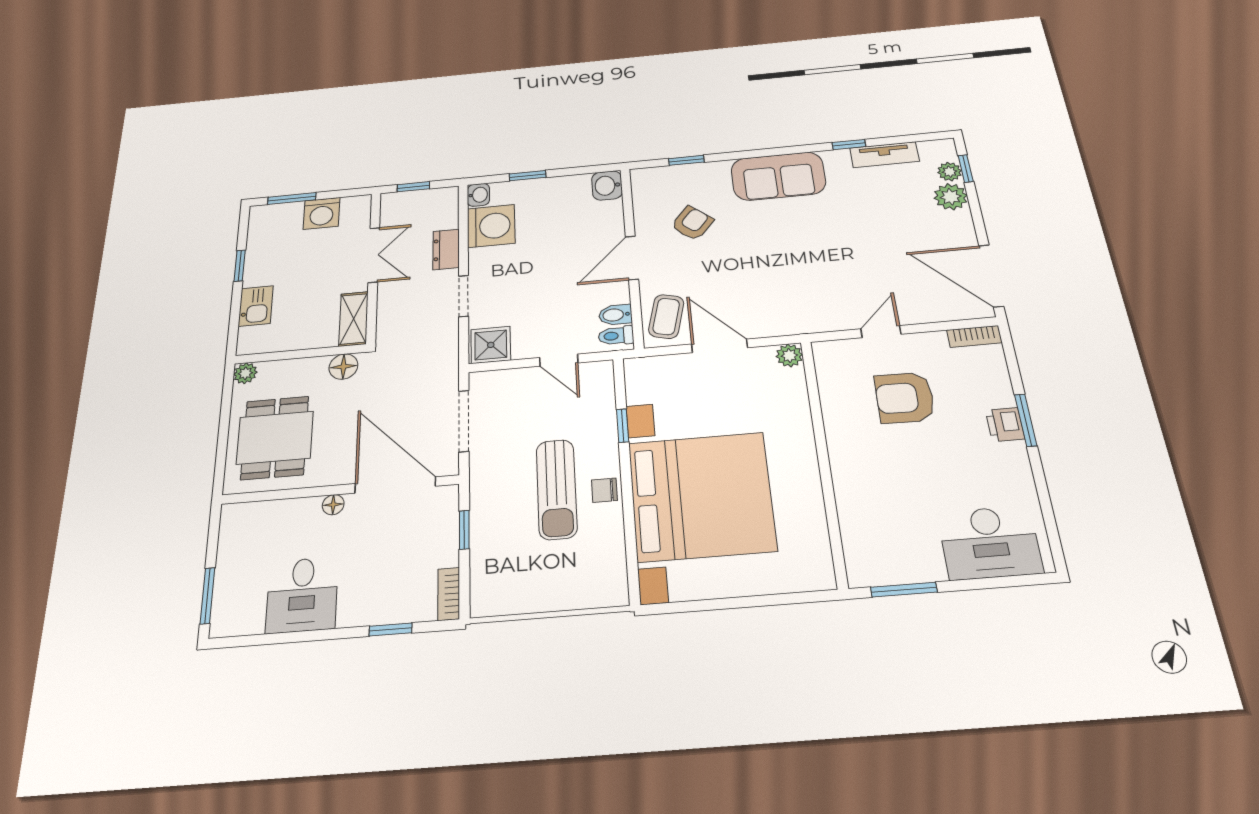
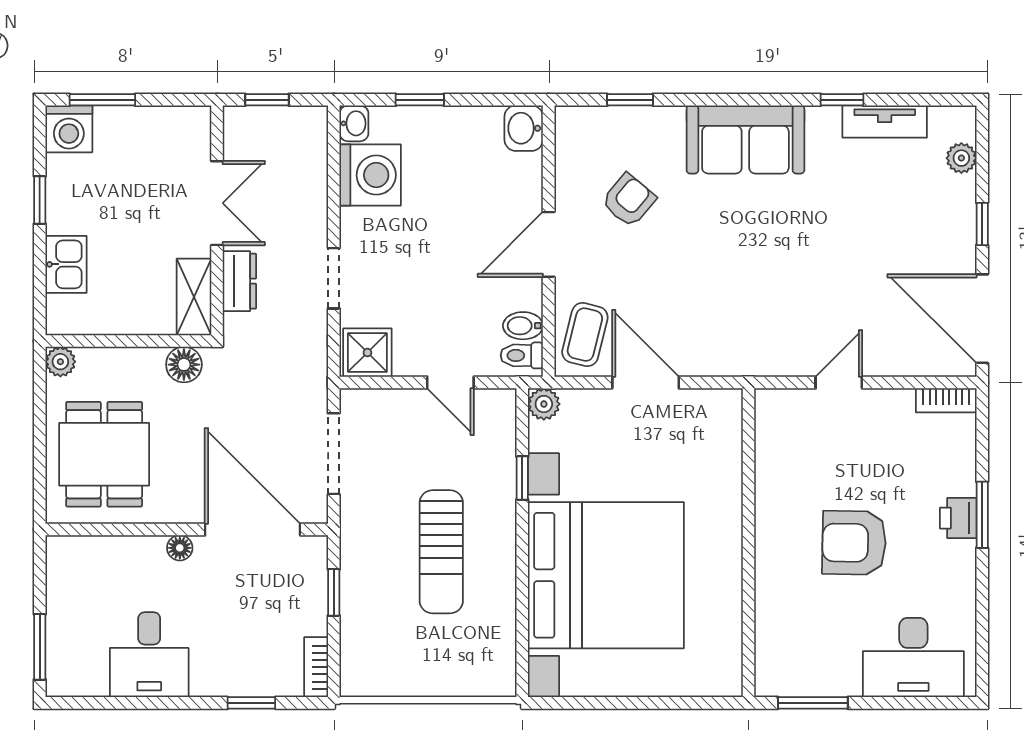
window: (966, 169) -> (982, 224), moved
plant: (951, 197) -> (956, 197), removed
washing machine: (322, 213) -> (69, 129), moved
dresser: (446, 249) -> (239, 281), moved, turned 180
plant: (789, 356) -> (544, 404), moved
armchair: (905, 398) -> (854, 543), moved
chair: (604, 490) -> (496, 558), removed

